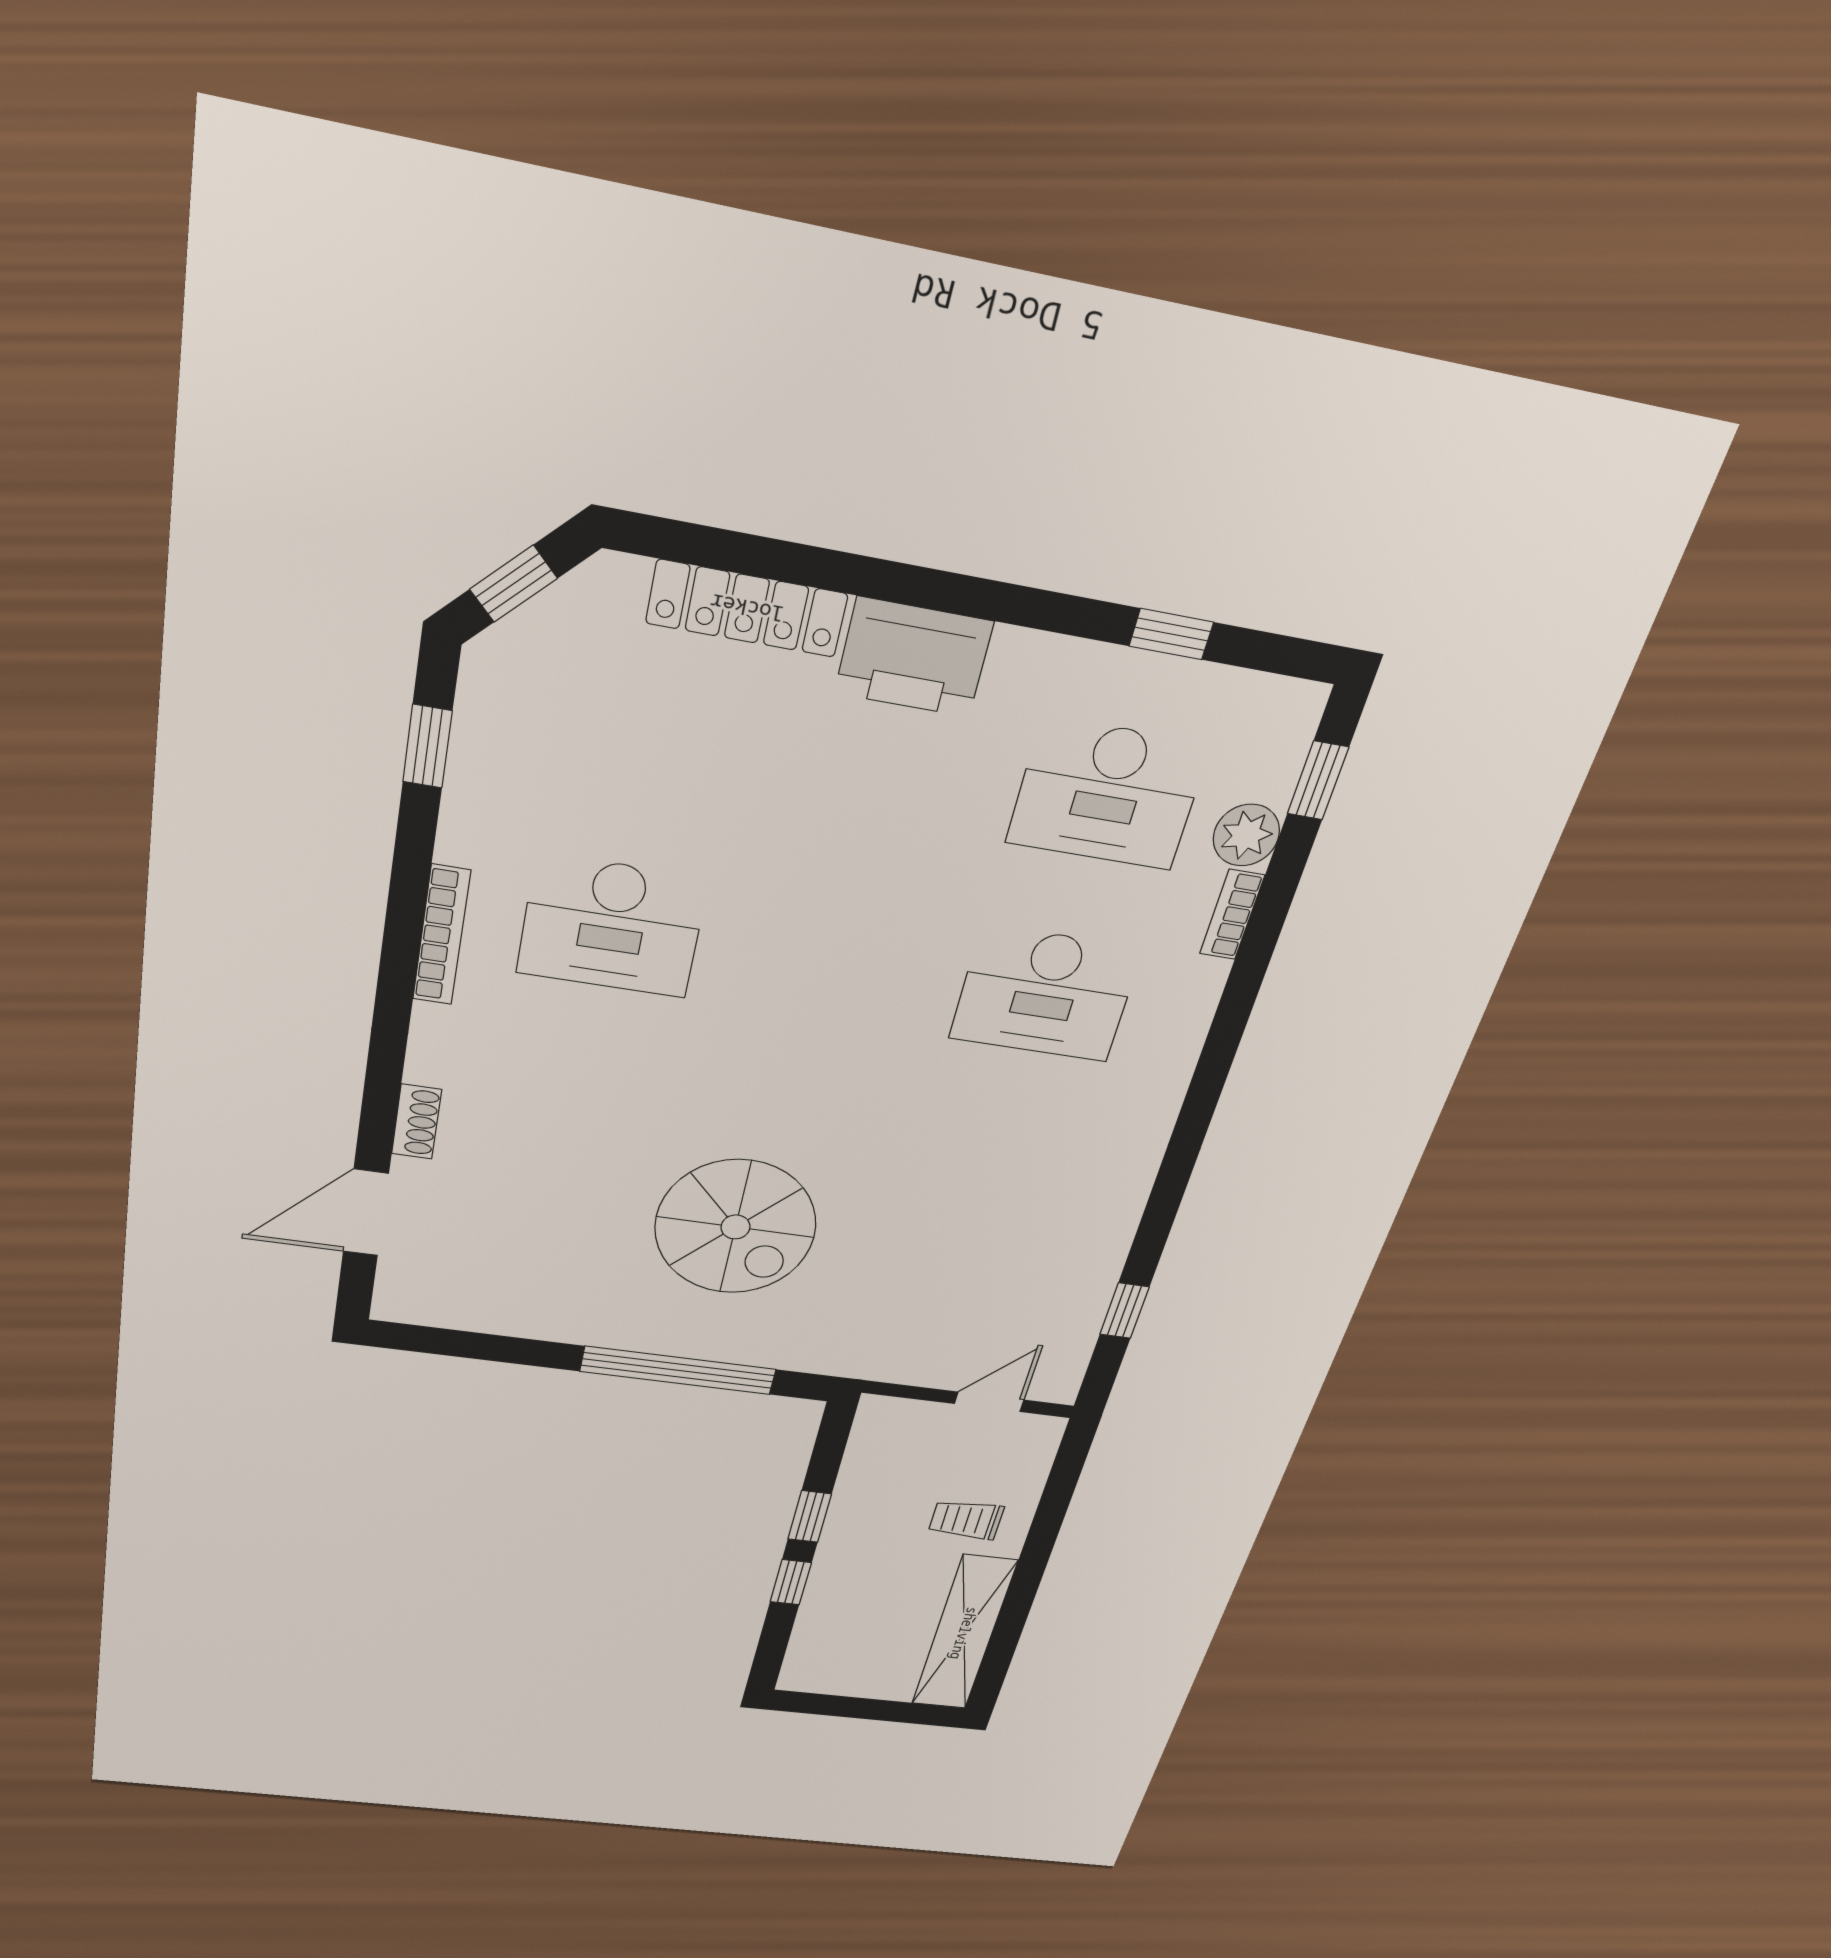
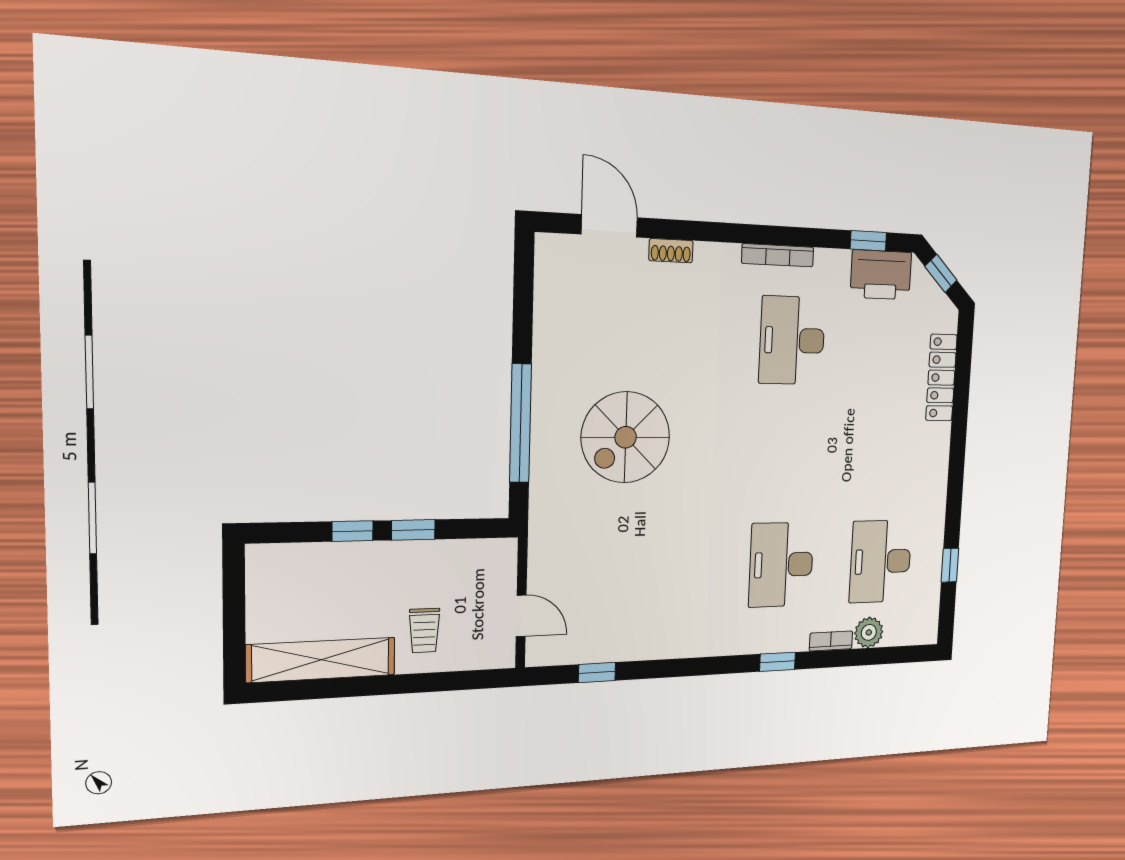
printer: (914, 657) -> (881, 275), moved, turned -90
window: (1318, 780) -> (778, 662), moved
trolley: (966, 1520) -> (424, 630), turned 180

